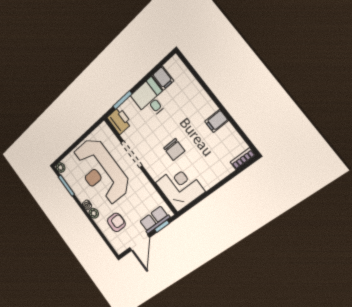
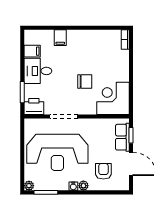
filing cabinet: (217, 121) -> (60, 38), moved

